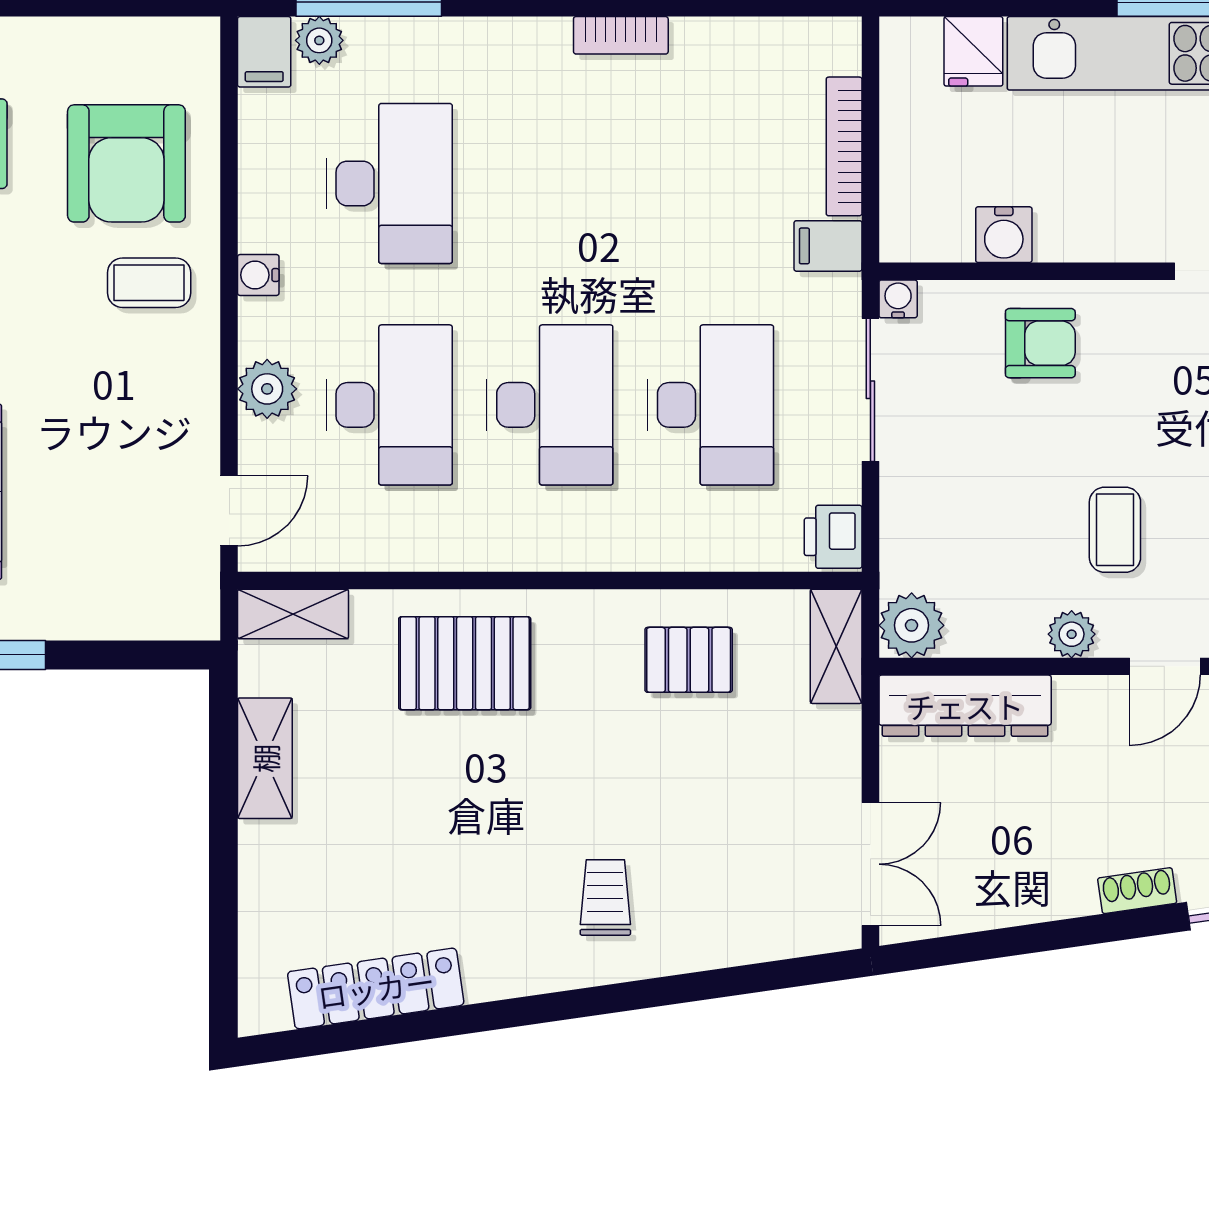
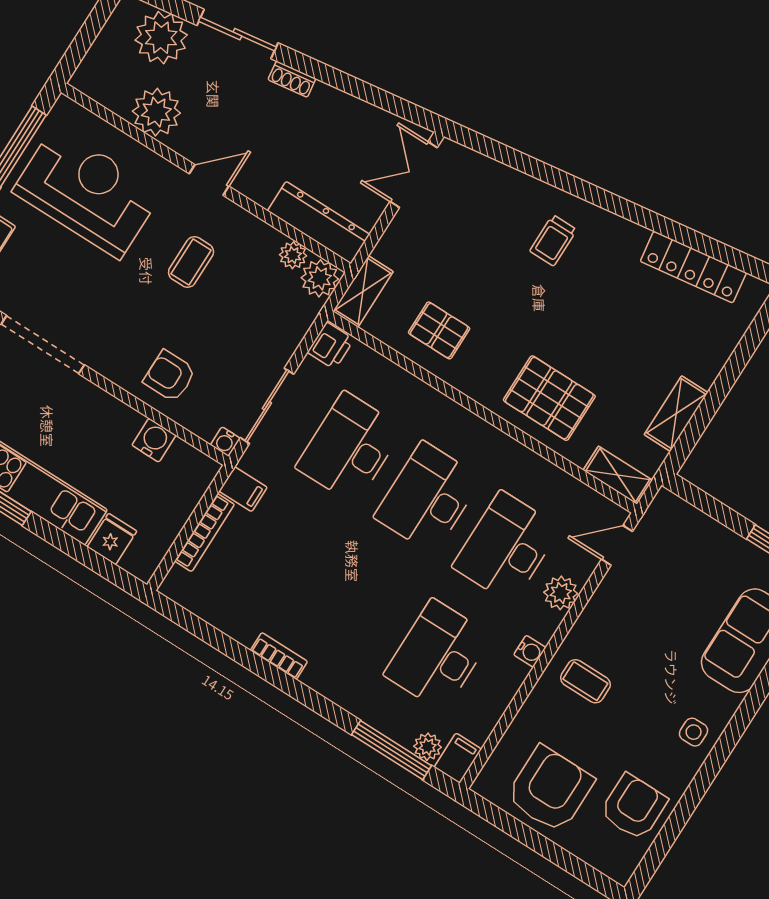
armchair: (126, 163) -> (550, 789), moved
plant: (1072, 634) -> (293, 255), moved

